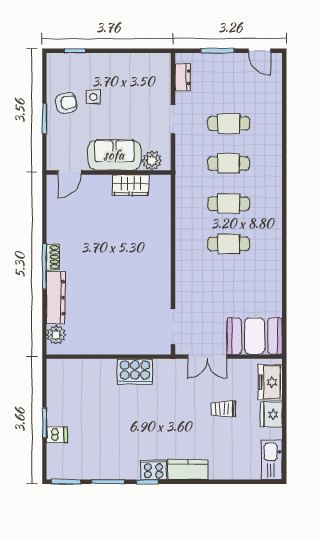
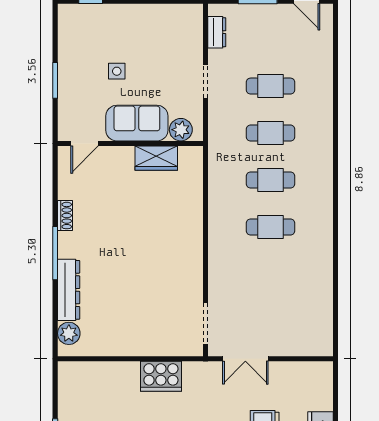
side table: (93, 97) -> (117, 71), moved
armchair: (66, 103) -> (81, 62), removed
shoe rack: (53, 257) -> (65, 216), moved
booth: (255, 336) -> (301, 335), removed
freezer: (270, 382) -> (319, 389), removed

